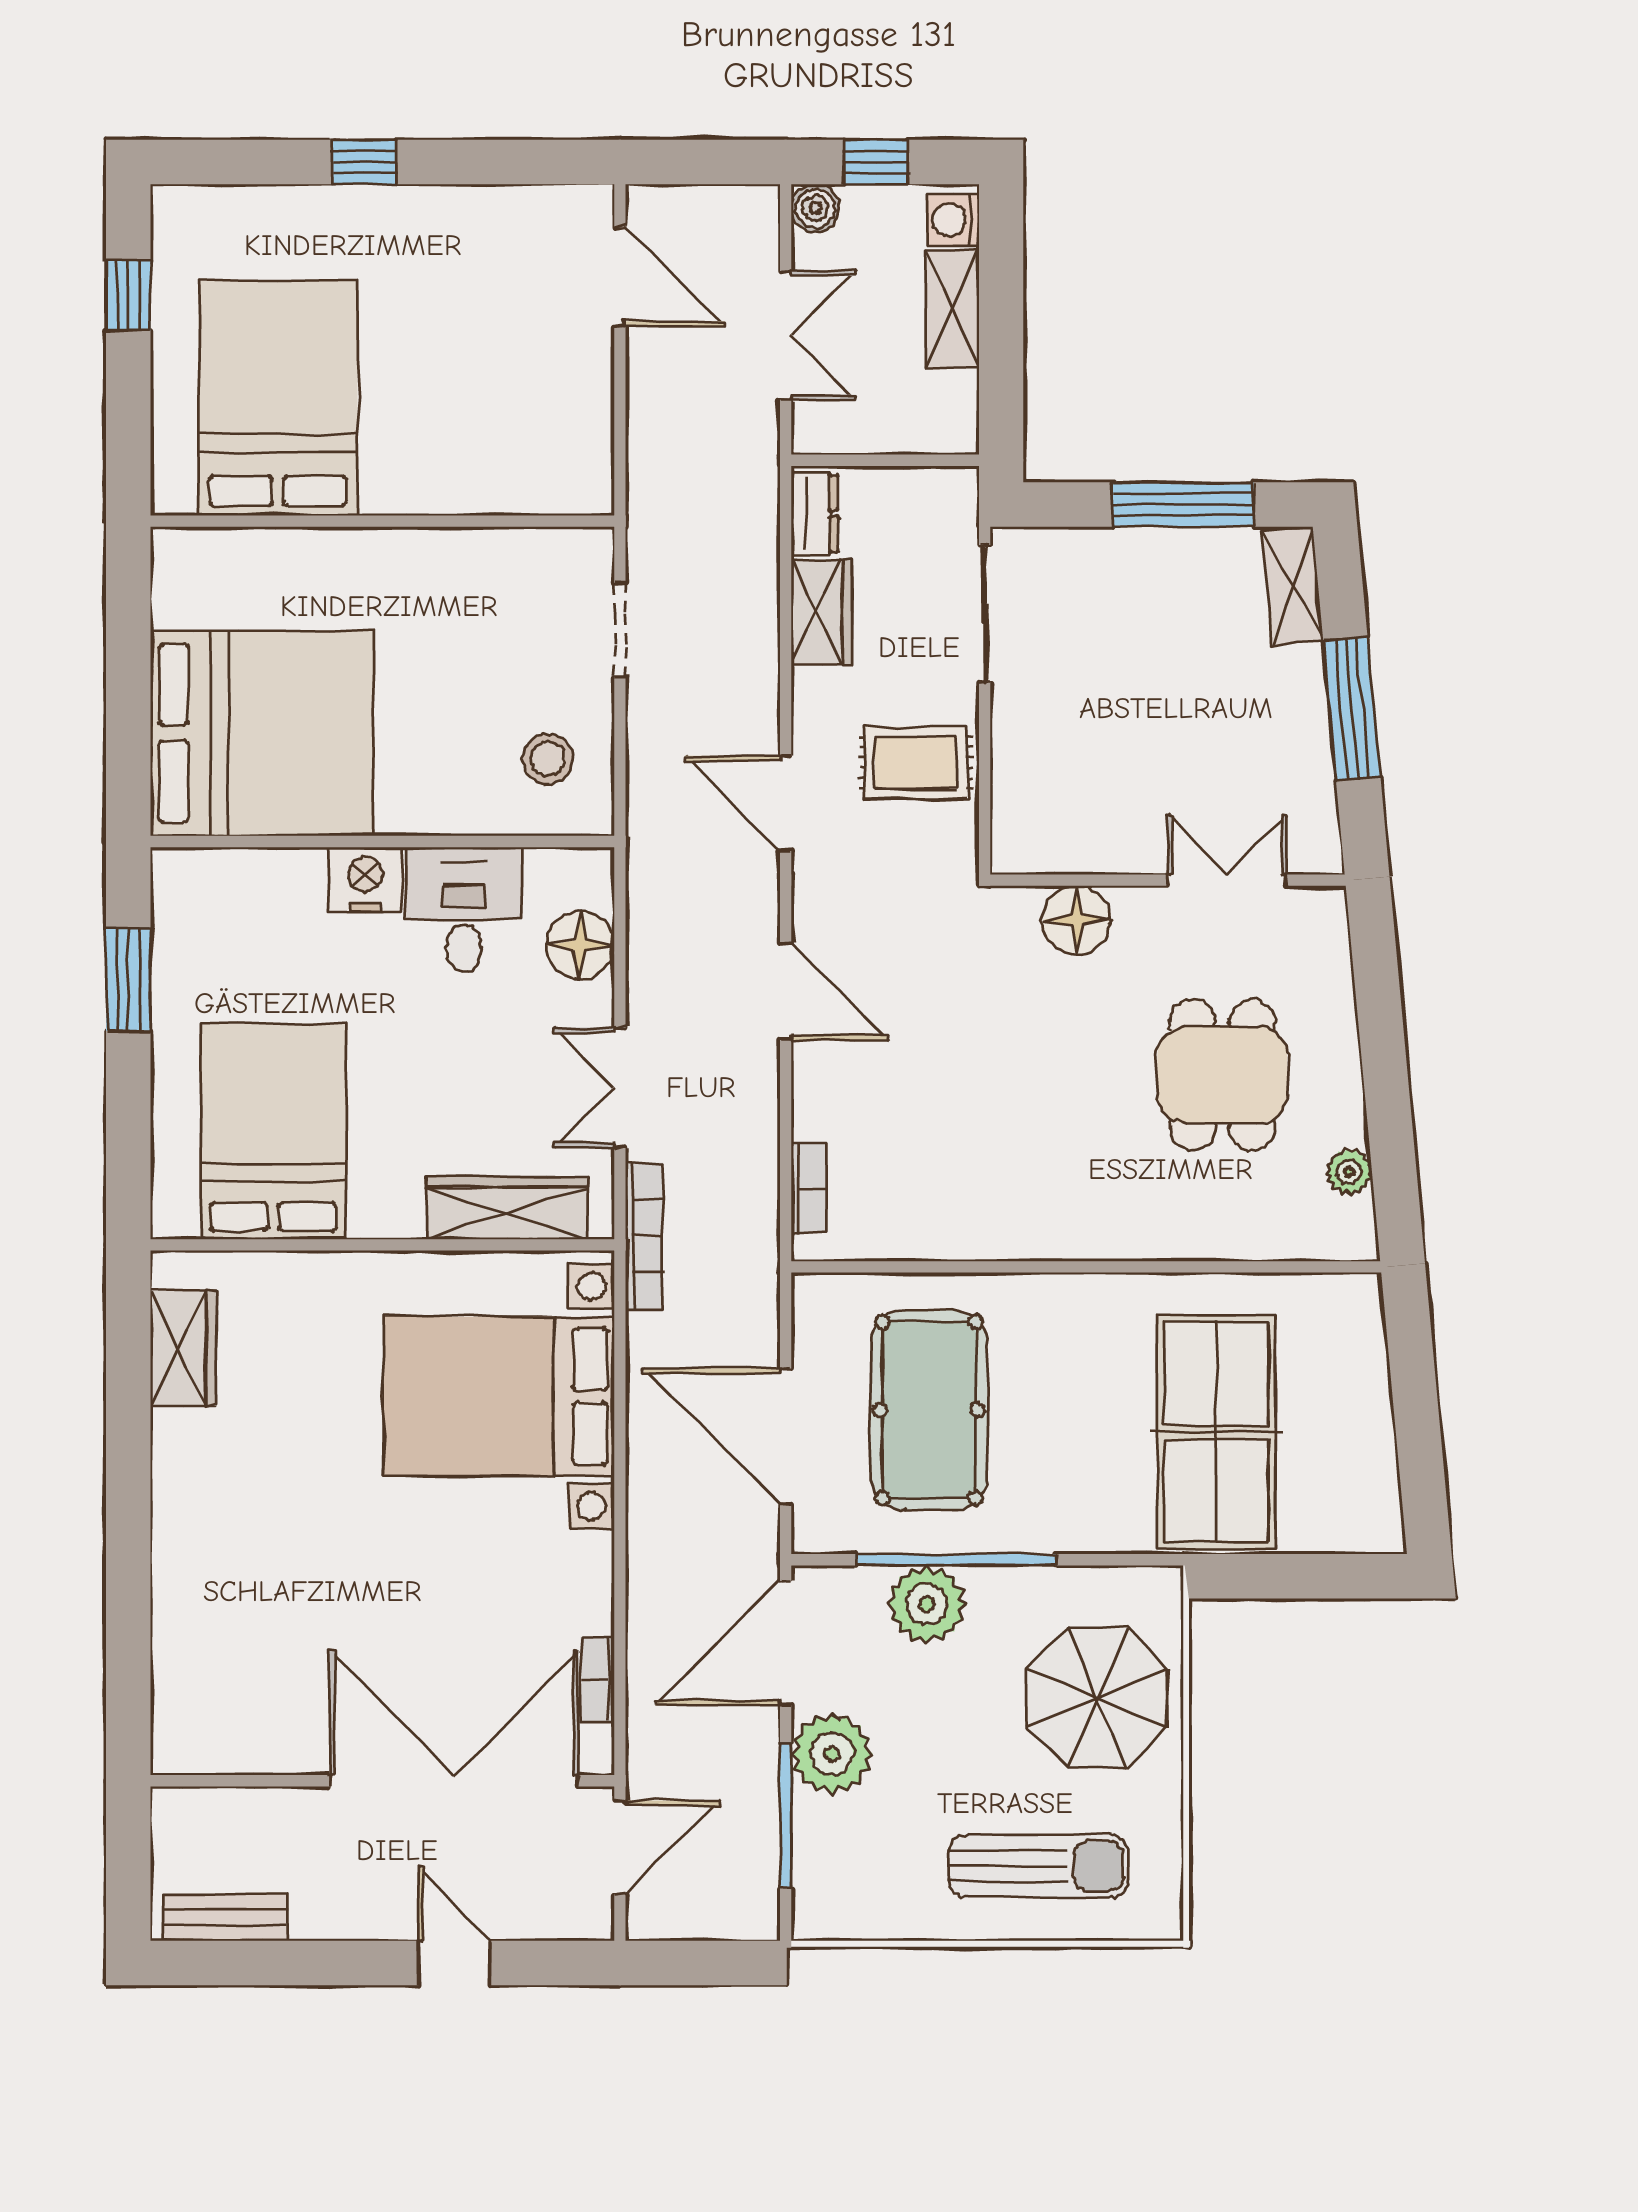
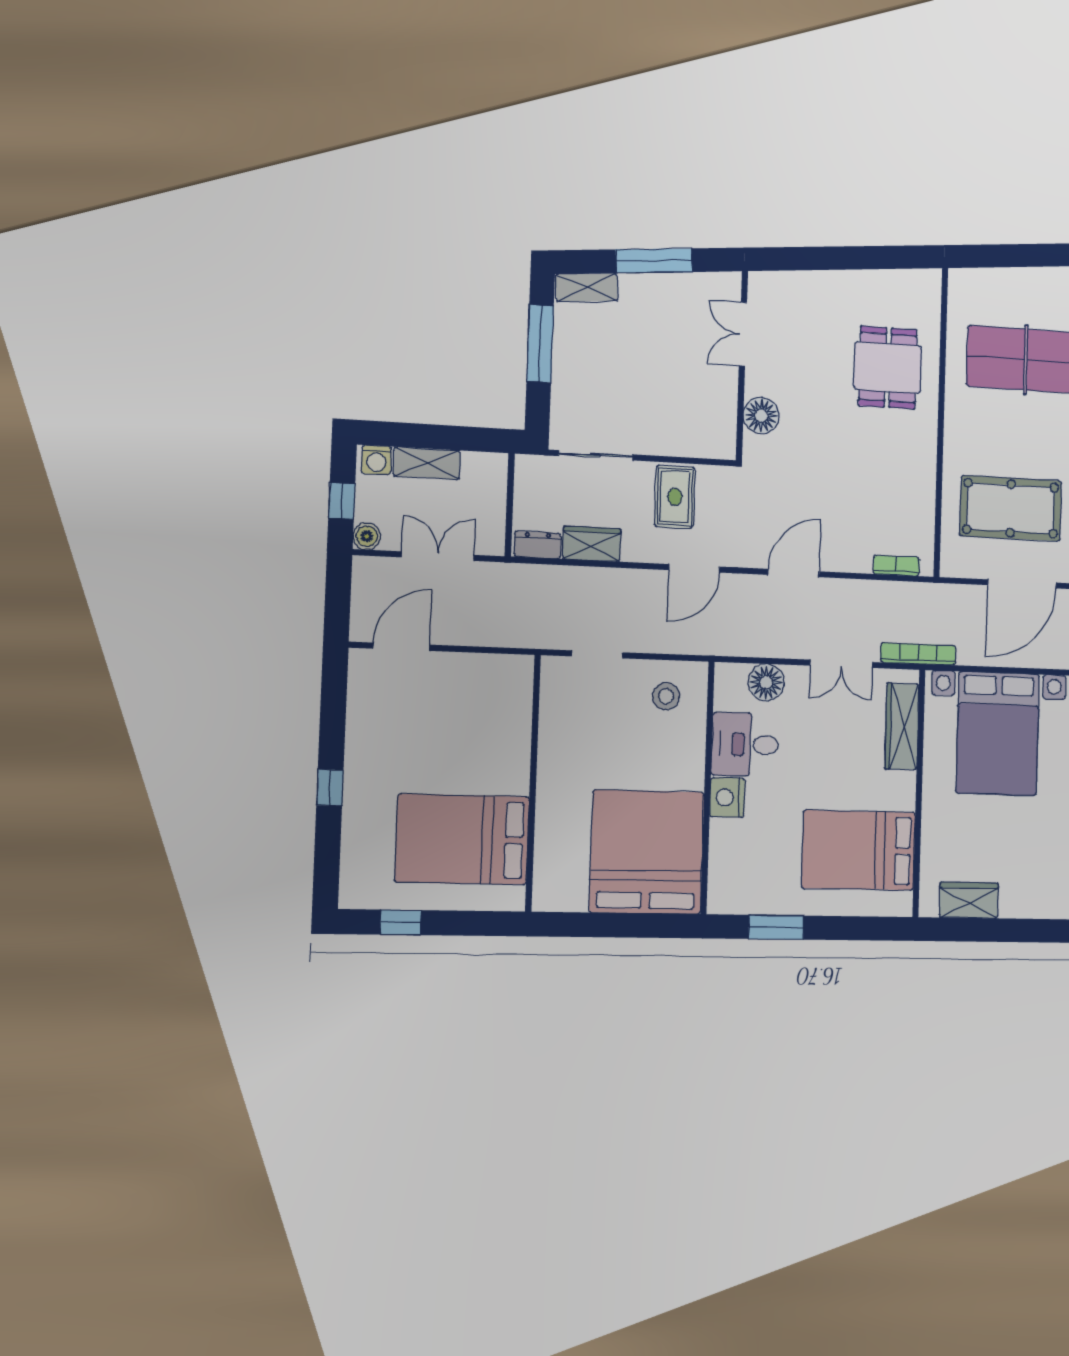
dining table: (1222, 1075) -> (888, 368), moved, turned 90
plant: (1349, 1172) -> (896, 281), removed

